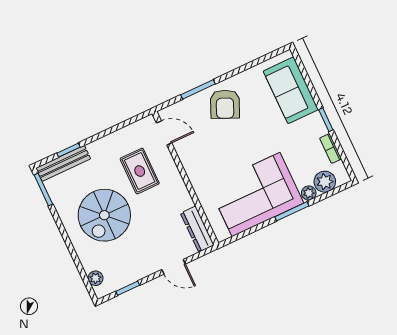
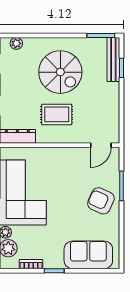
rug: (140, 171) -> (57, 114), moved
spiral stairs: (104, 215) -> (60, 72), turned 180

